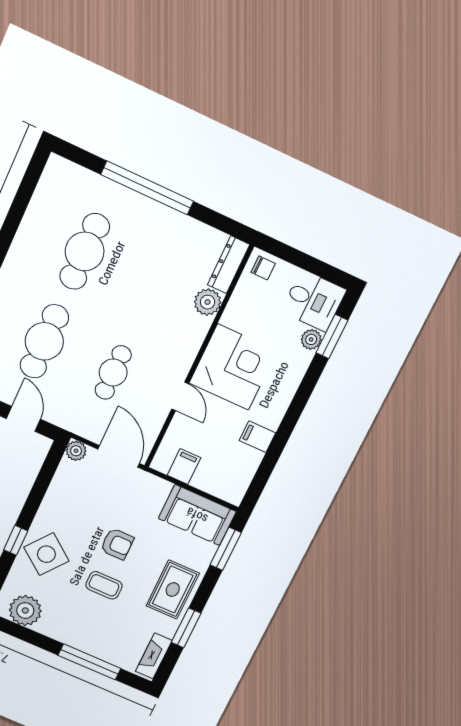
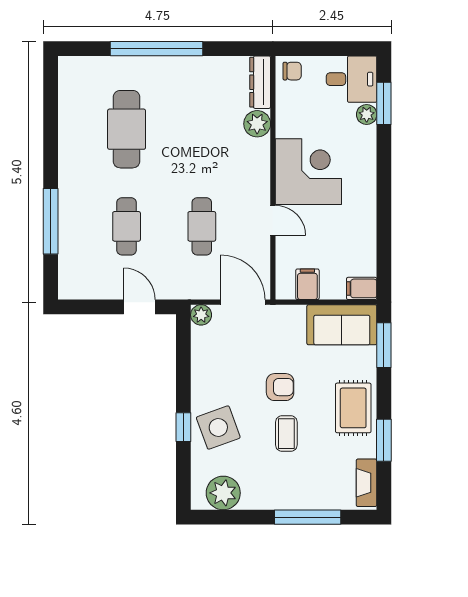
cafe table: (44, 341) -> (127, 226), width x0.73, depth x0.74
filing cabinet: (257, 437) -> (362, 288), moved
side table: (46, 554) -> (218, 428), turned 32
coffee table: (104, 585) -> (286, 434), turned 90

